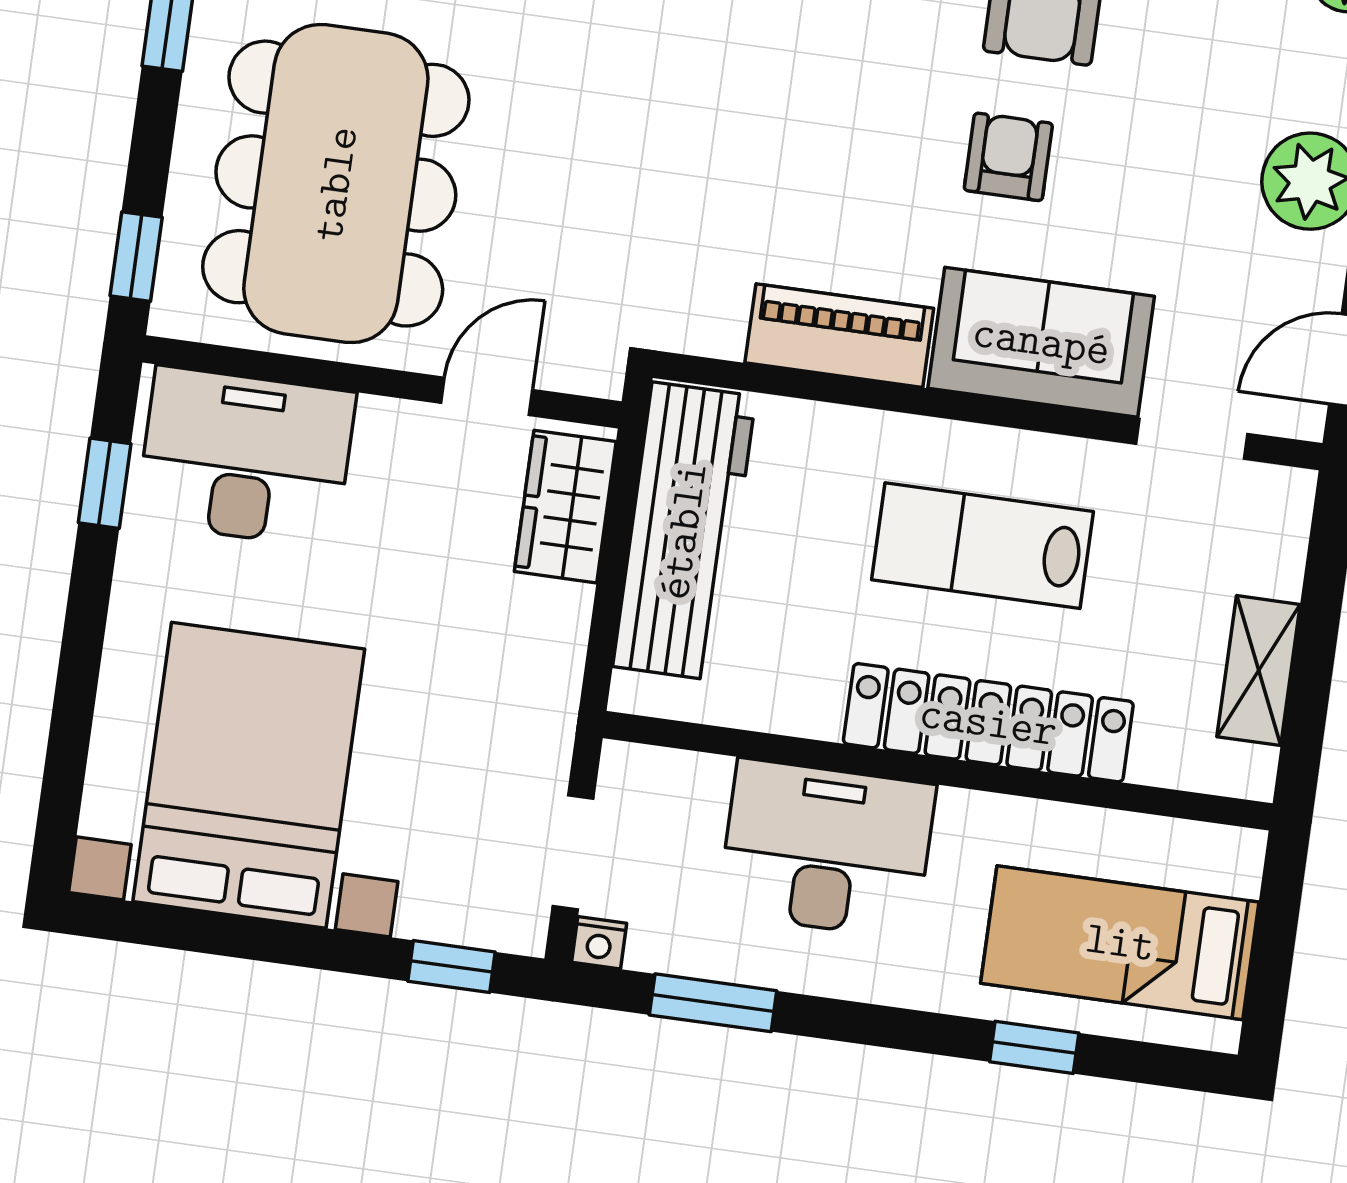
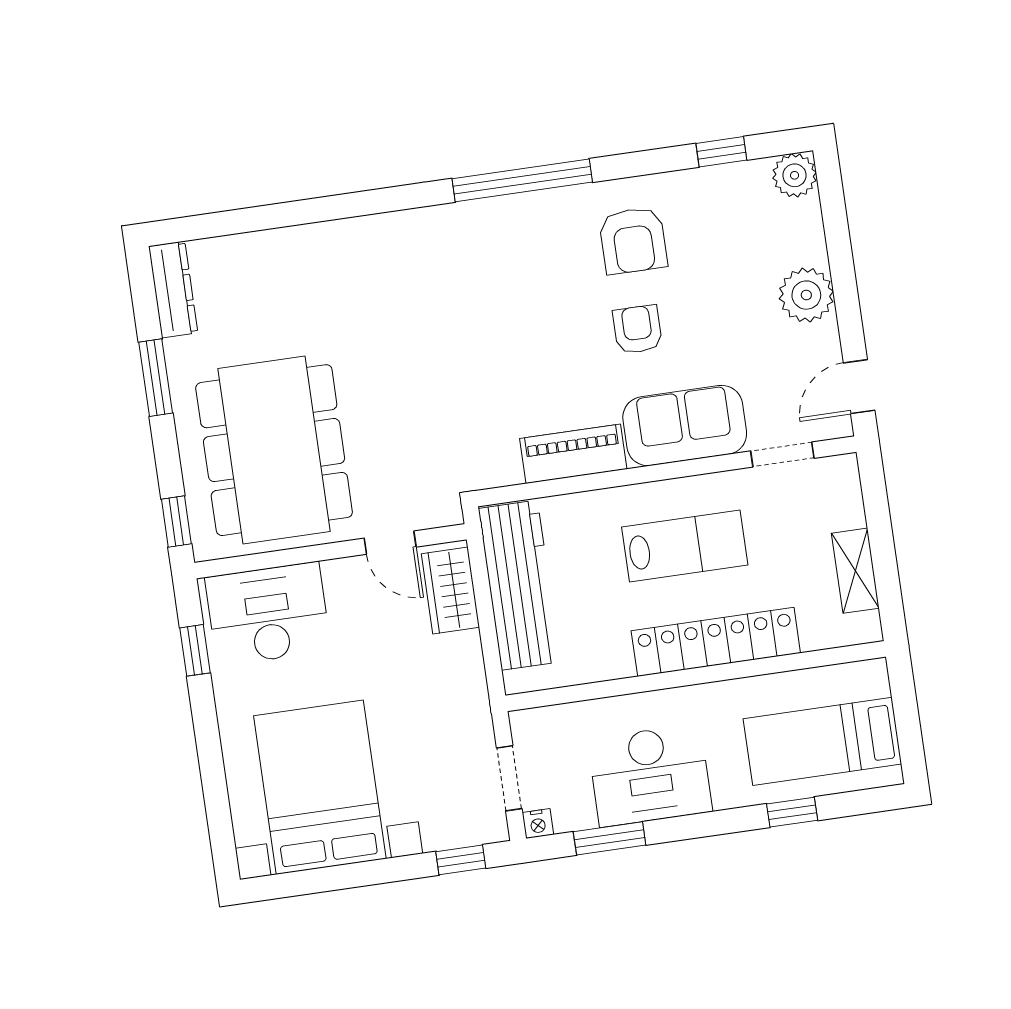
door: (487, 396) -> (390, 543), swing flipped
lab bench: (982, 546) -> (685, 546), turned 180
desk: (827, 849) -> (650, 775), moved, turned 180

